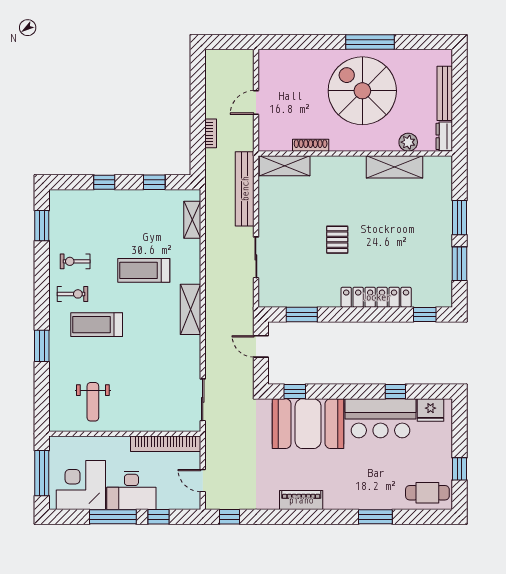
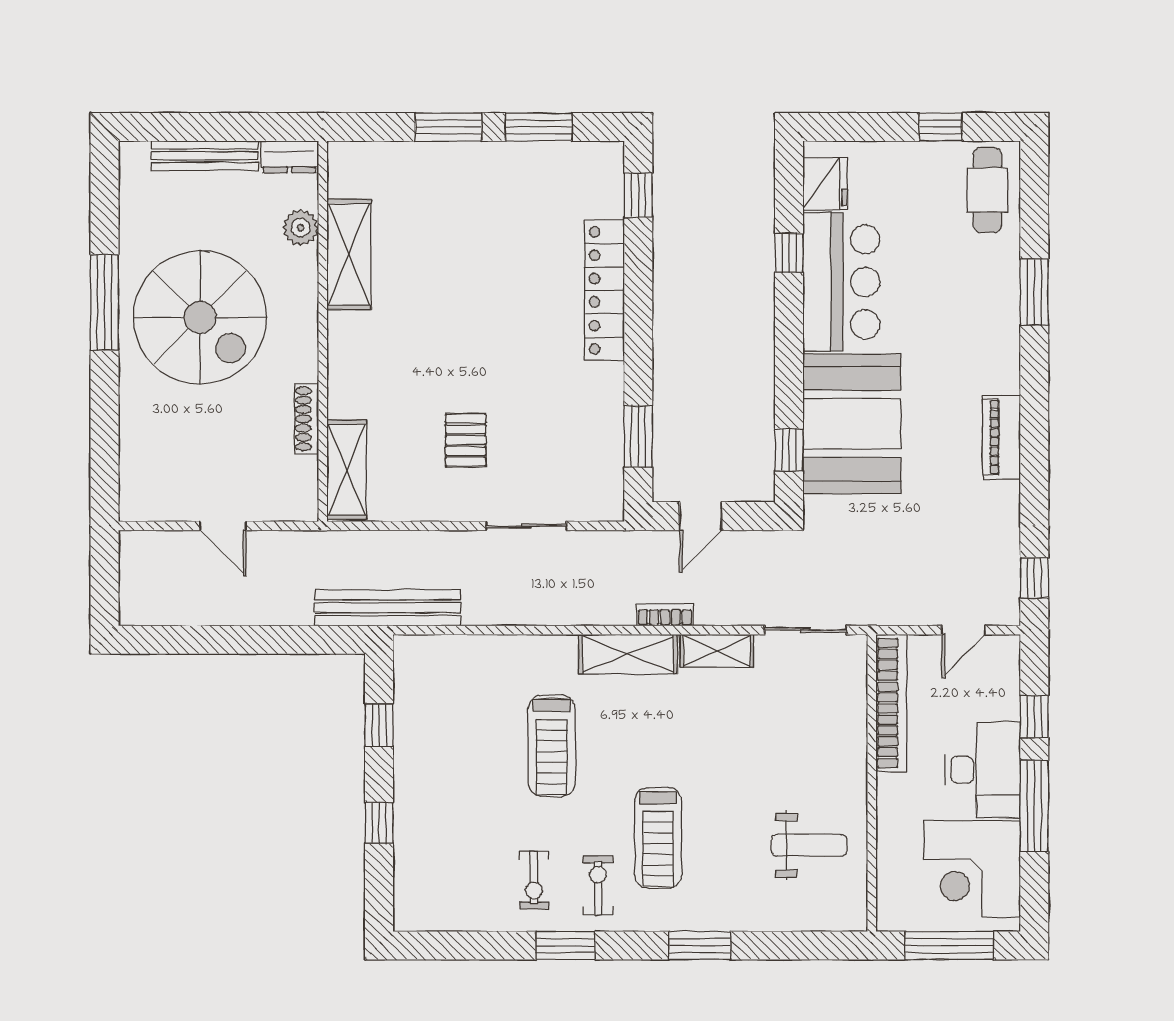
spiral stairs: (362, 91) -> (200, 317), turned -90
bookcase: (211, 133) -> (665, 615), moved
bench: (245, 189) -> (388, 608), moved
shelving: (192, 220) -> (717, 651), moved
window: (42, 226) -> (565, 946), moved
pallet: (337, 240) -> (466, 440), moved, turned 90

